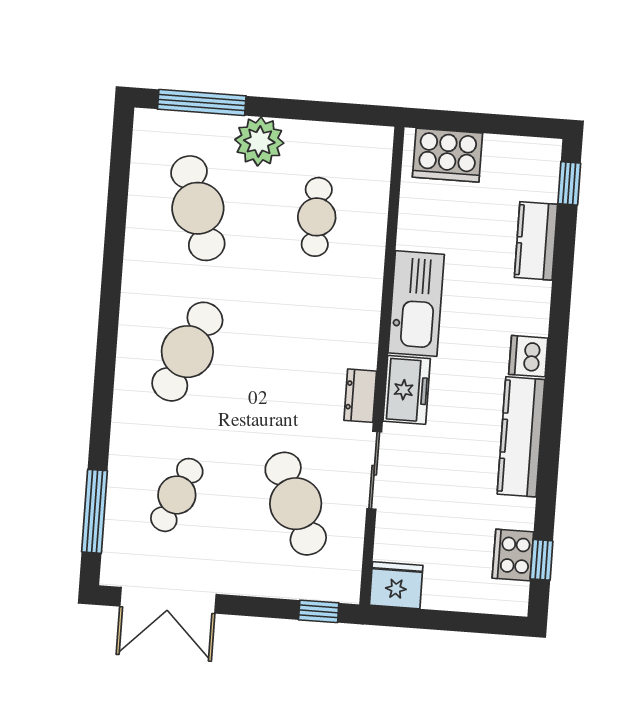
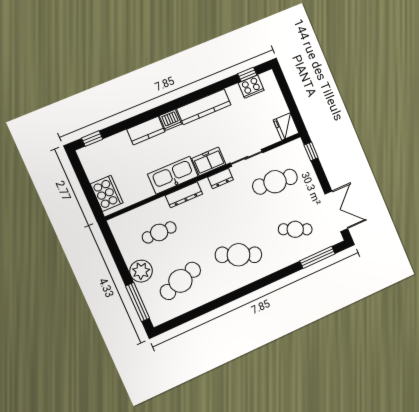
kitchen counter: (536, 241) -> (146, 131), moved
dresser: (366, 305) -> (184, 195), added
cafe table: (296, 504) -> (275, 182), turned 30

